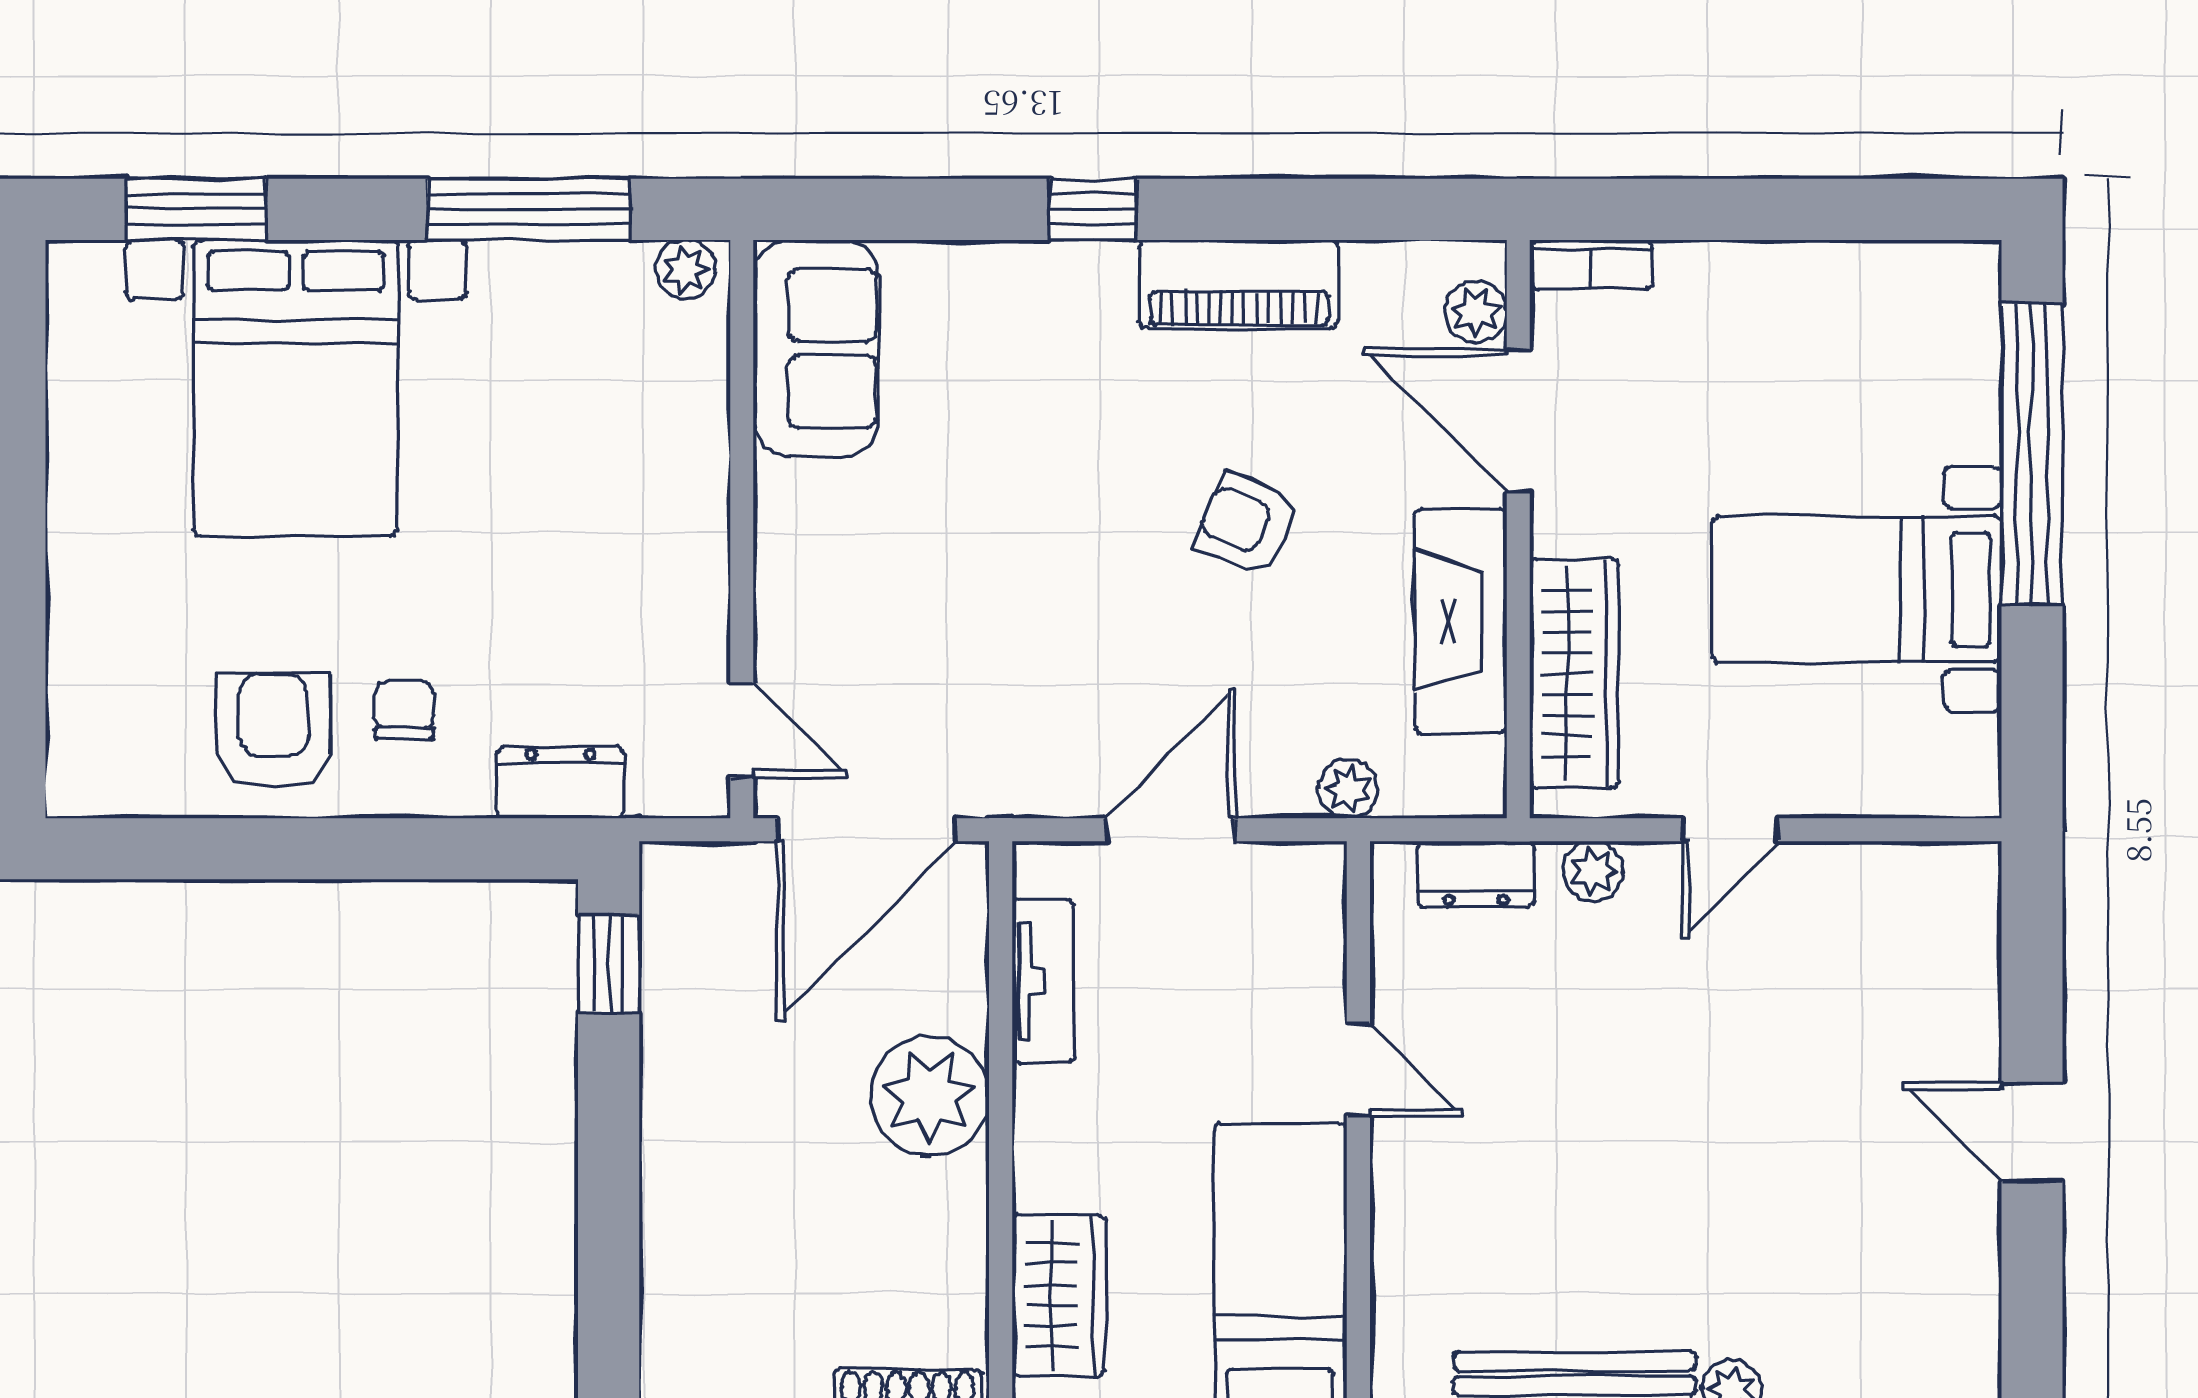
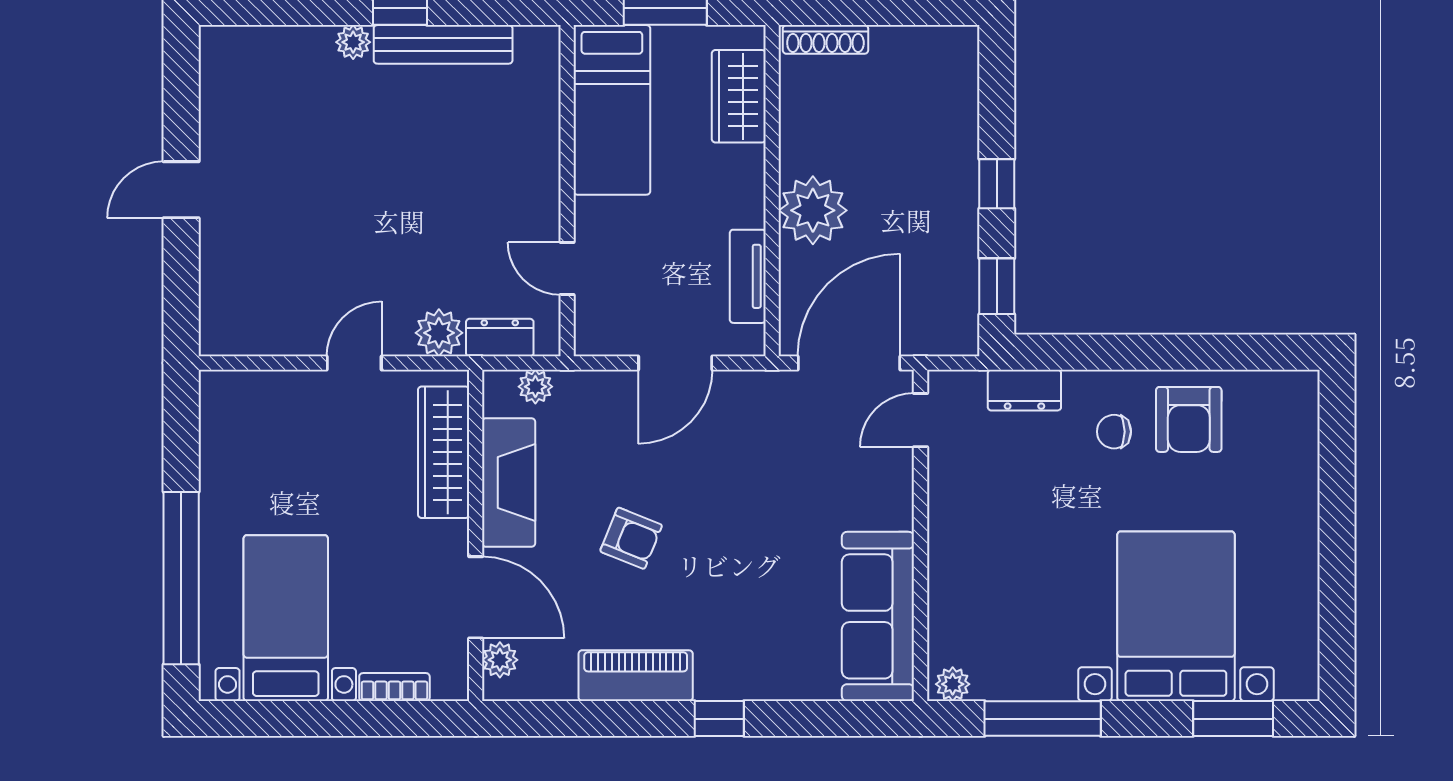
bookcase: (1591, 264) -> (394, 687), moved
sofa: (816, 348) -> (878, 616), width x1.36
bed with nightstands: (1857, 589) -> (286, 618), moved, turned -90
chair: (404, 710) -> (1114, 432), turned 90
door: (742, 730) -> (920, 420), hinge flipped
plant: (1348, 789) -> (535, 387), moved
plant: (1593, 871) -> (439, 333), width x1.38, depth x1.38
door: (1358, 1070) -> (567, 268), moved
door: (2032, 1132) -> (181, 190), swing flipped
window: (609, 1143) -> (997, 184), added

